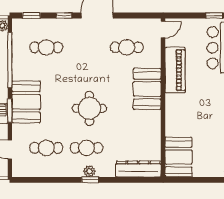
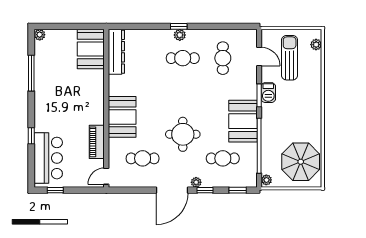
plant: (73, 23) -> (196, 182), added
piano: (175, 70) -> (97, 142), width x0.73, depth x0.75
booth: (26, 102) -> (243, 121), moved
round table: (89, 108) -> (183, 134), moved
cafe table: (46, 148) -> (223, 58), turned 90
dresser: (138, 169) -> (116, 52), moved, turned -90

